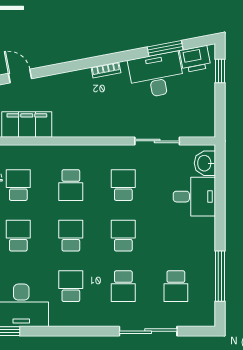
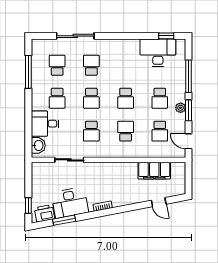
school desk: (71, 286) -> (57, 98), moved

